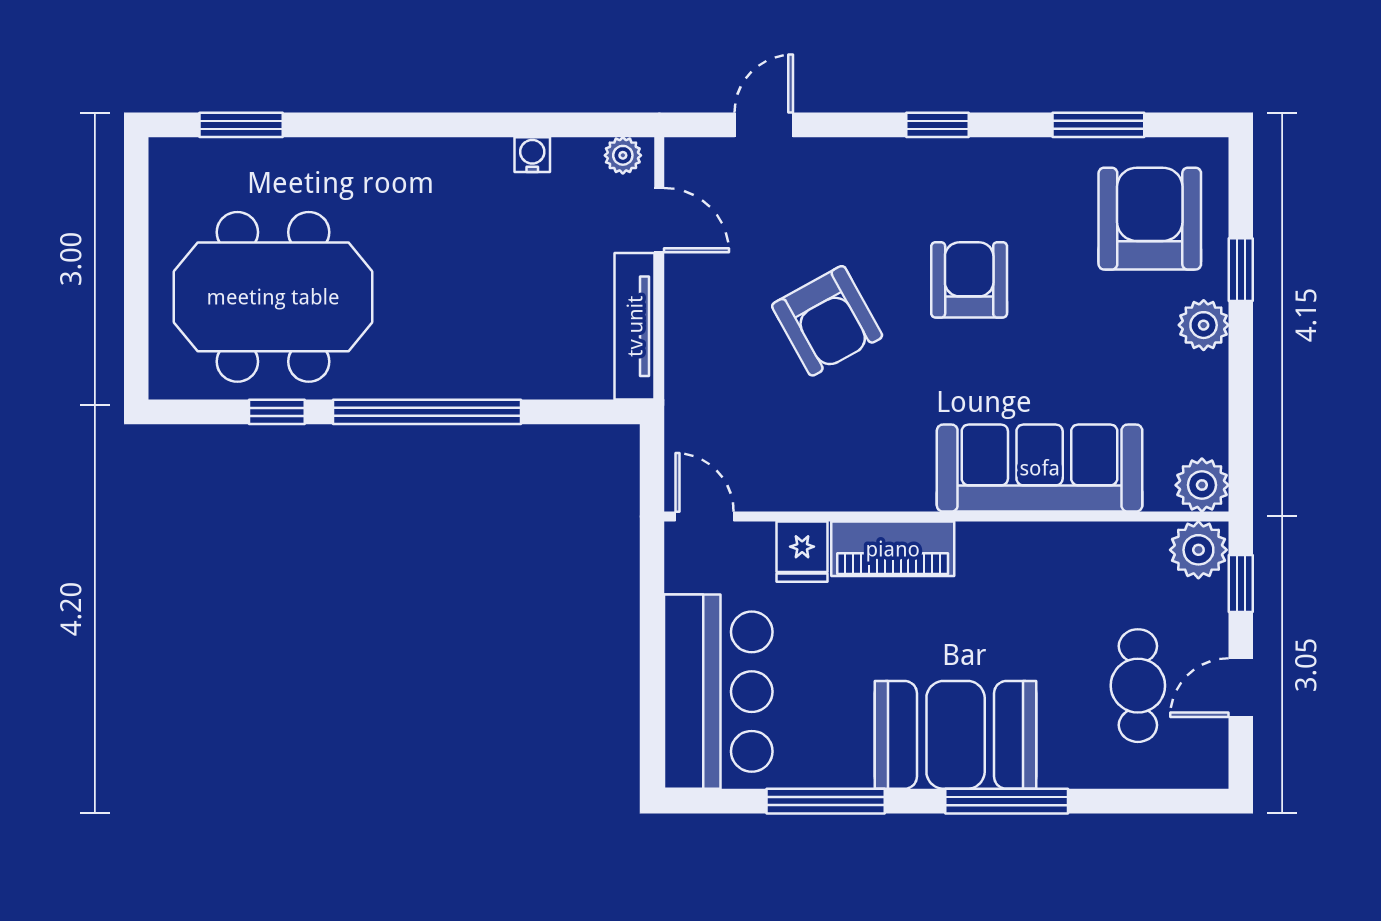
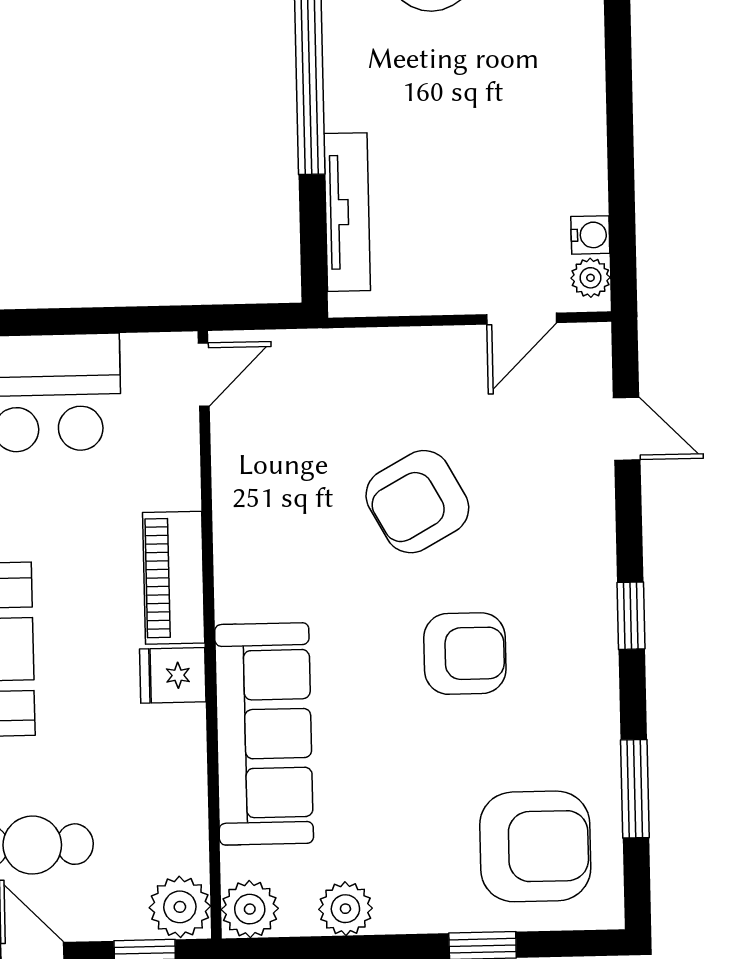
water cooler: (532, 155) -> (590, 235), moved
plant: (1204, 325) -> (345, 909), moved
tv unit: (635, 326) -> (347, 212), moved, turned 90
fridge: (802, 552) -> (173, 675), moved

